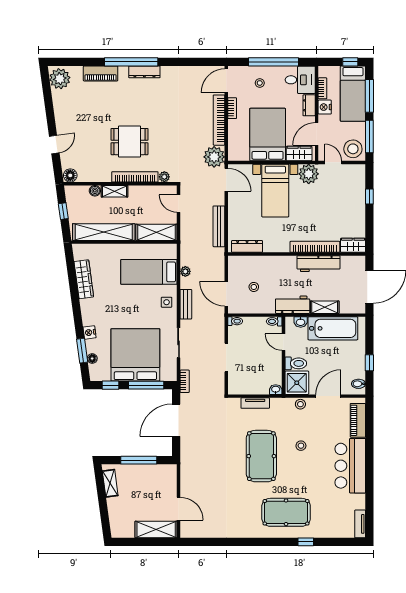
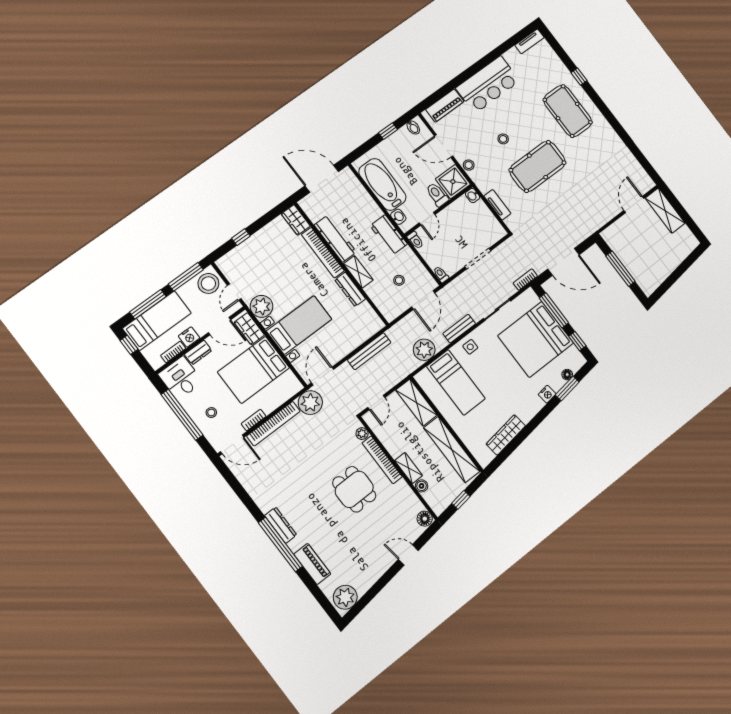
dresser: (247, 246) -> (350, 289), moved
plant: (185, 271) -> (424, 350), width x1.88, depth x1.88
shelving: (325, 307) -> (358, 272), moved
shelving: (110, 483) -> (658, 278), removed

